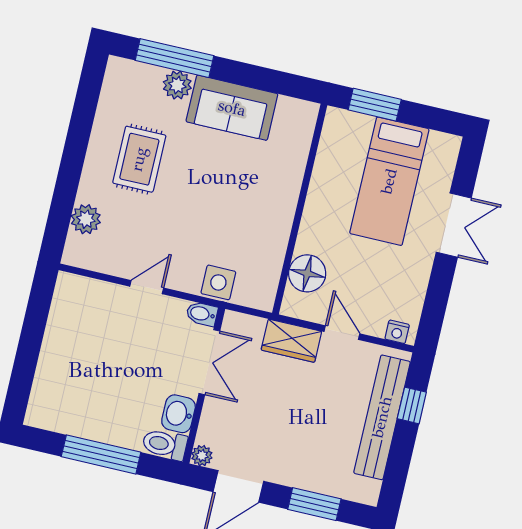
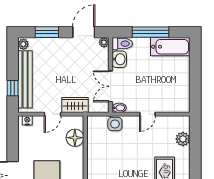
door: (342, 333) -> (53, 114), hinge flipped
bathtub: (67, 415) -> (170, 47), added
plant: (369, 491) -> (23, 44), added

